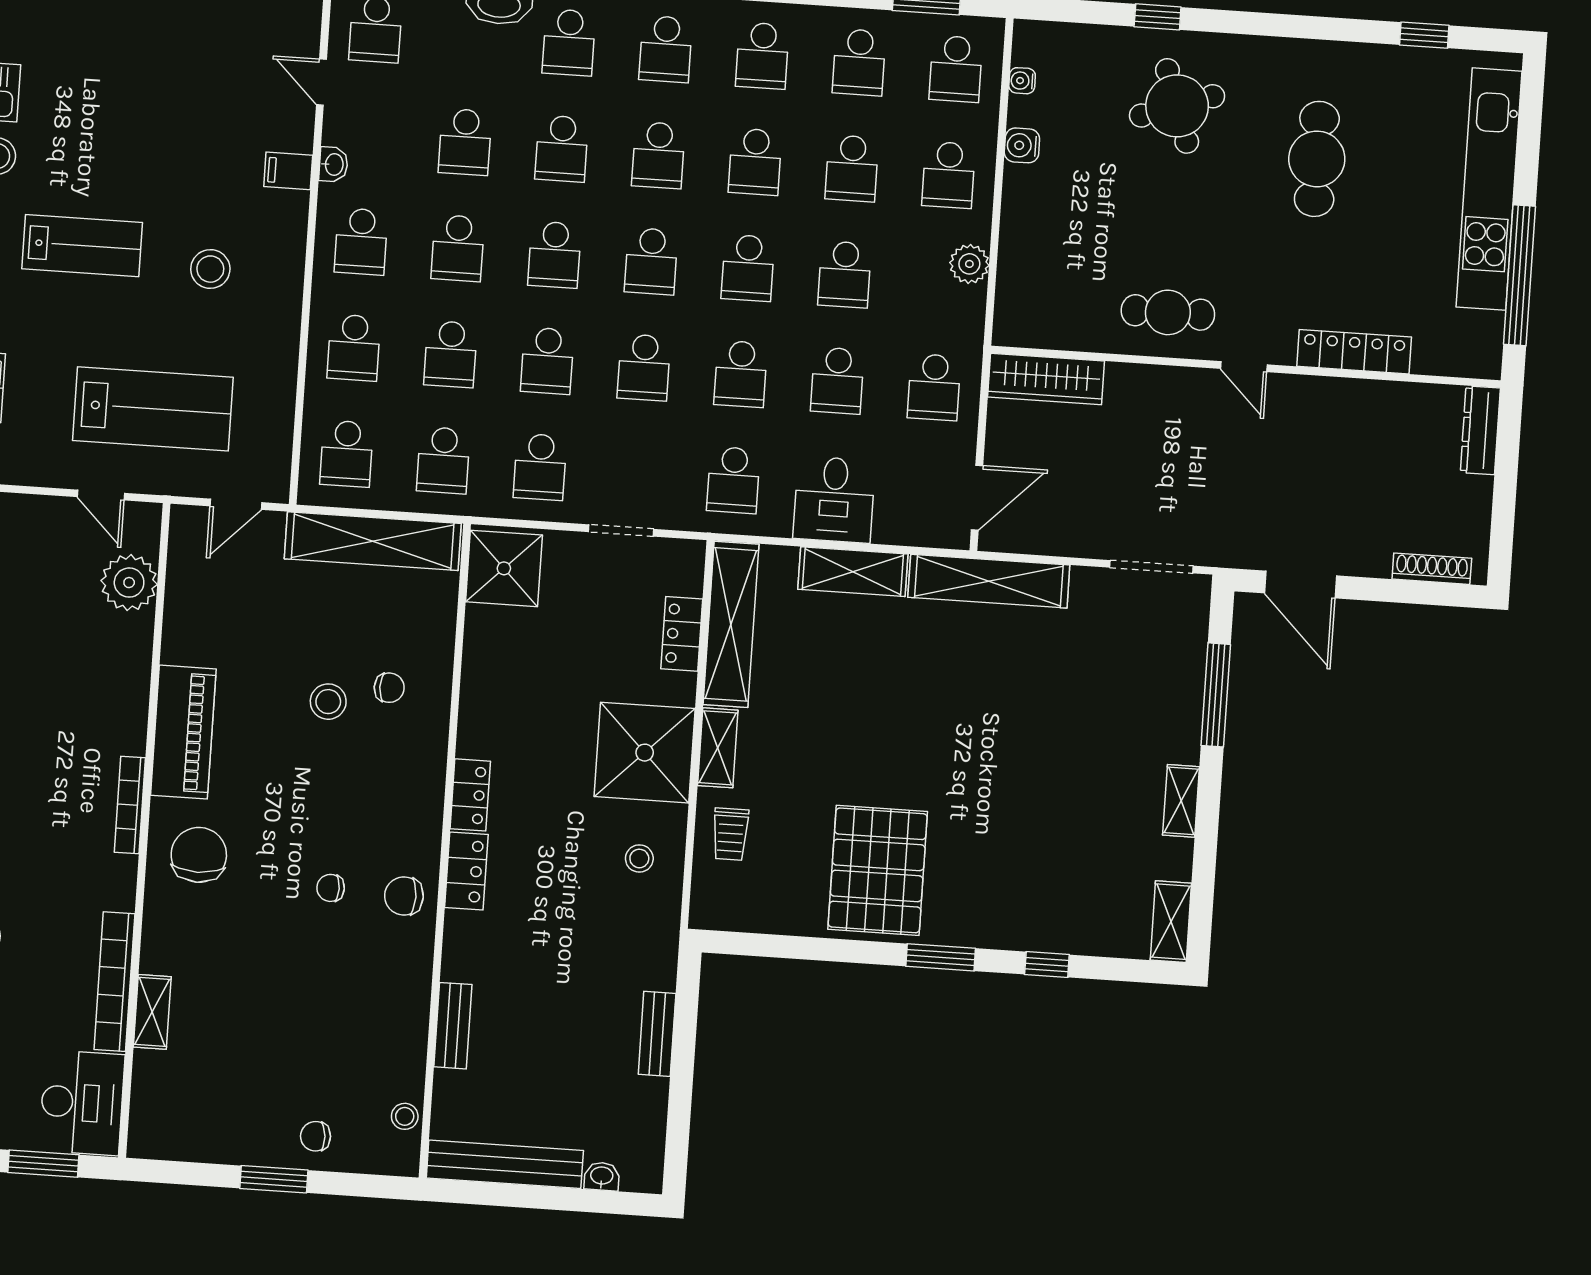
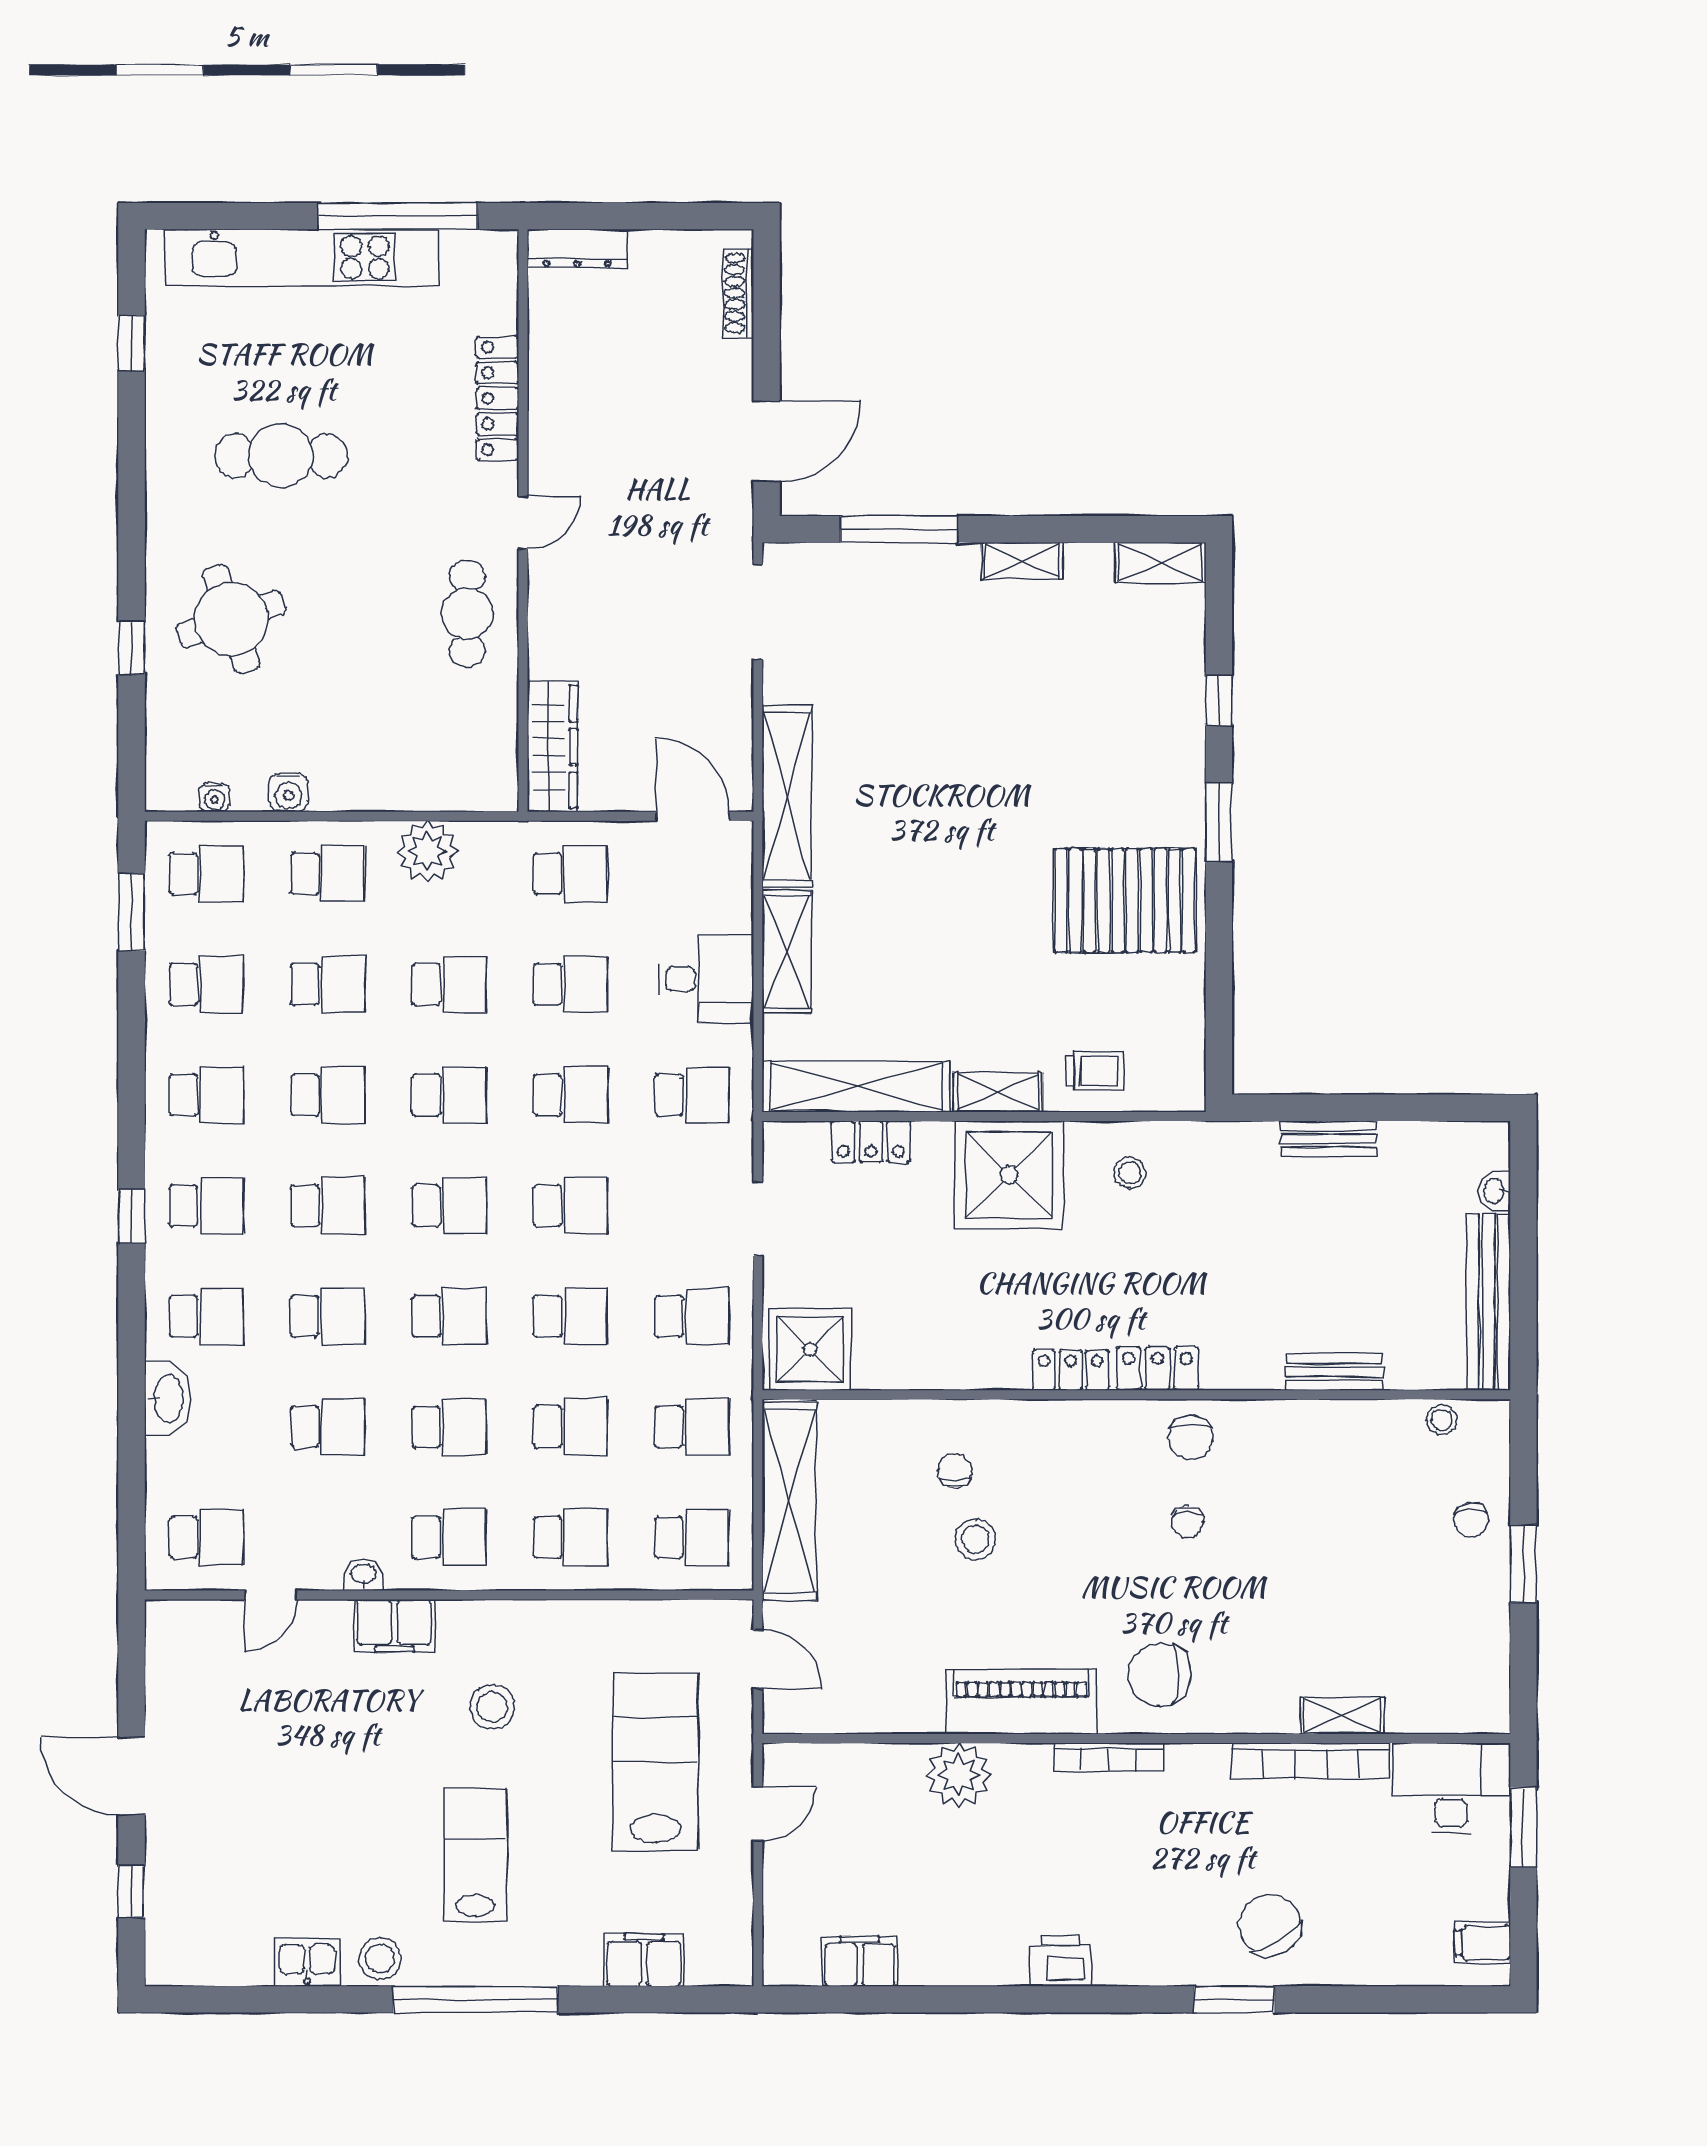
filing cabinet: (288, 171) -> (394, 1626), width x2.00
plant: (969, 264) -> (427, 851), width x1.36, depth x1.36
plant: (129, 583) -> (959, 1775), moved

